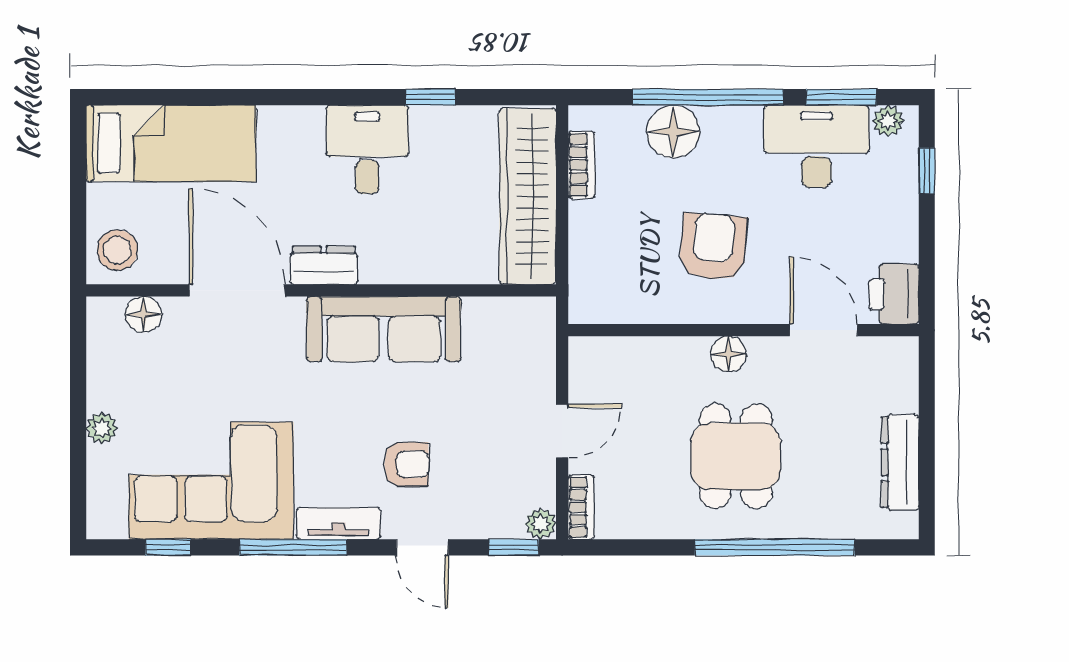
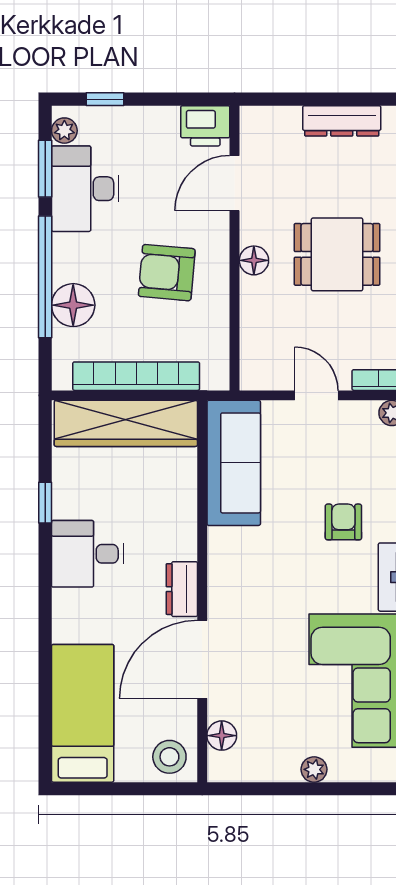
bookcase: (582, 165) -> (136, 376), width x2.31, depth x1.31
sofa: (384, 329) -> (234, 463), moved

